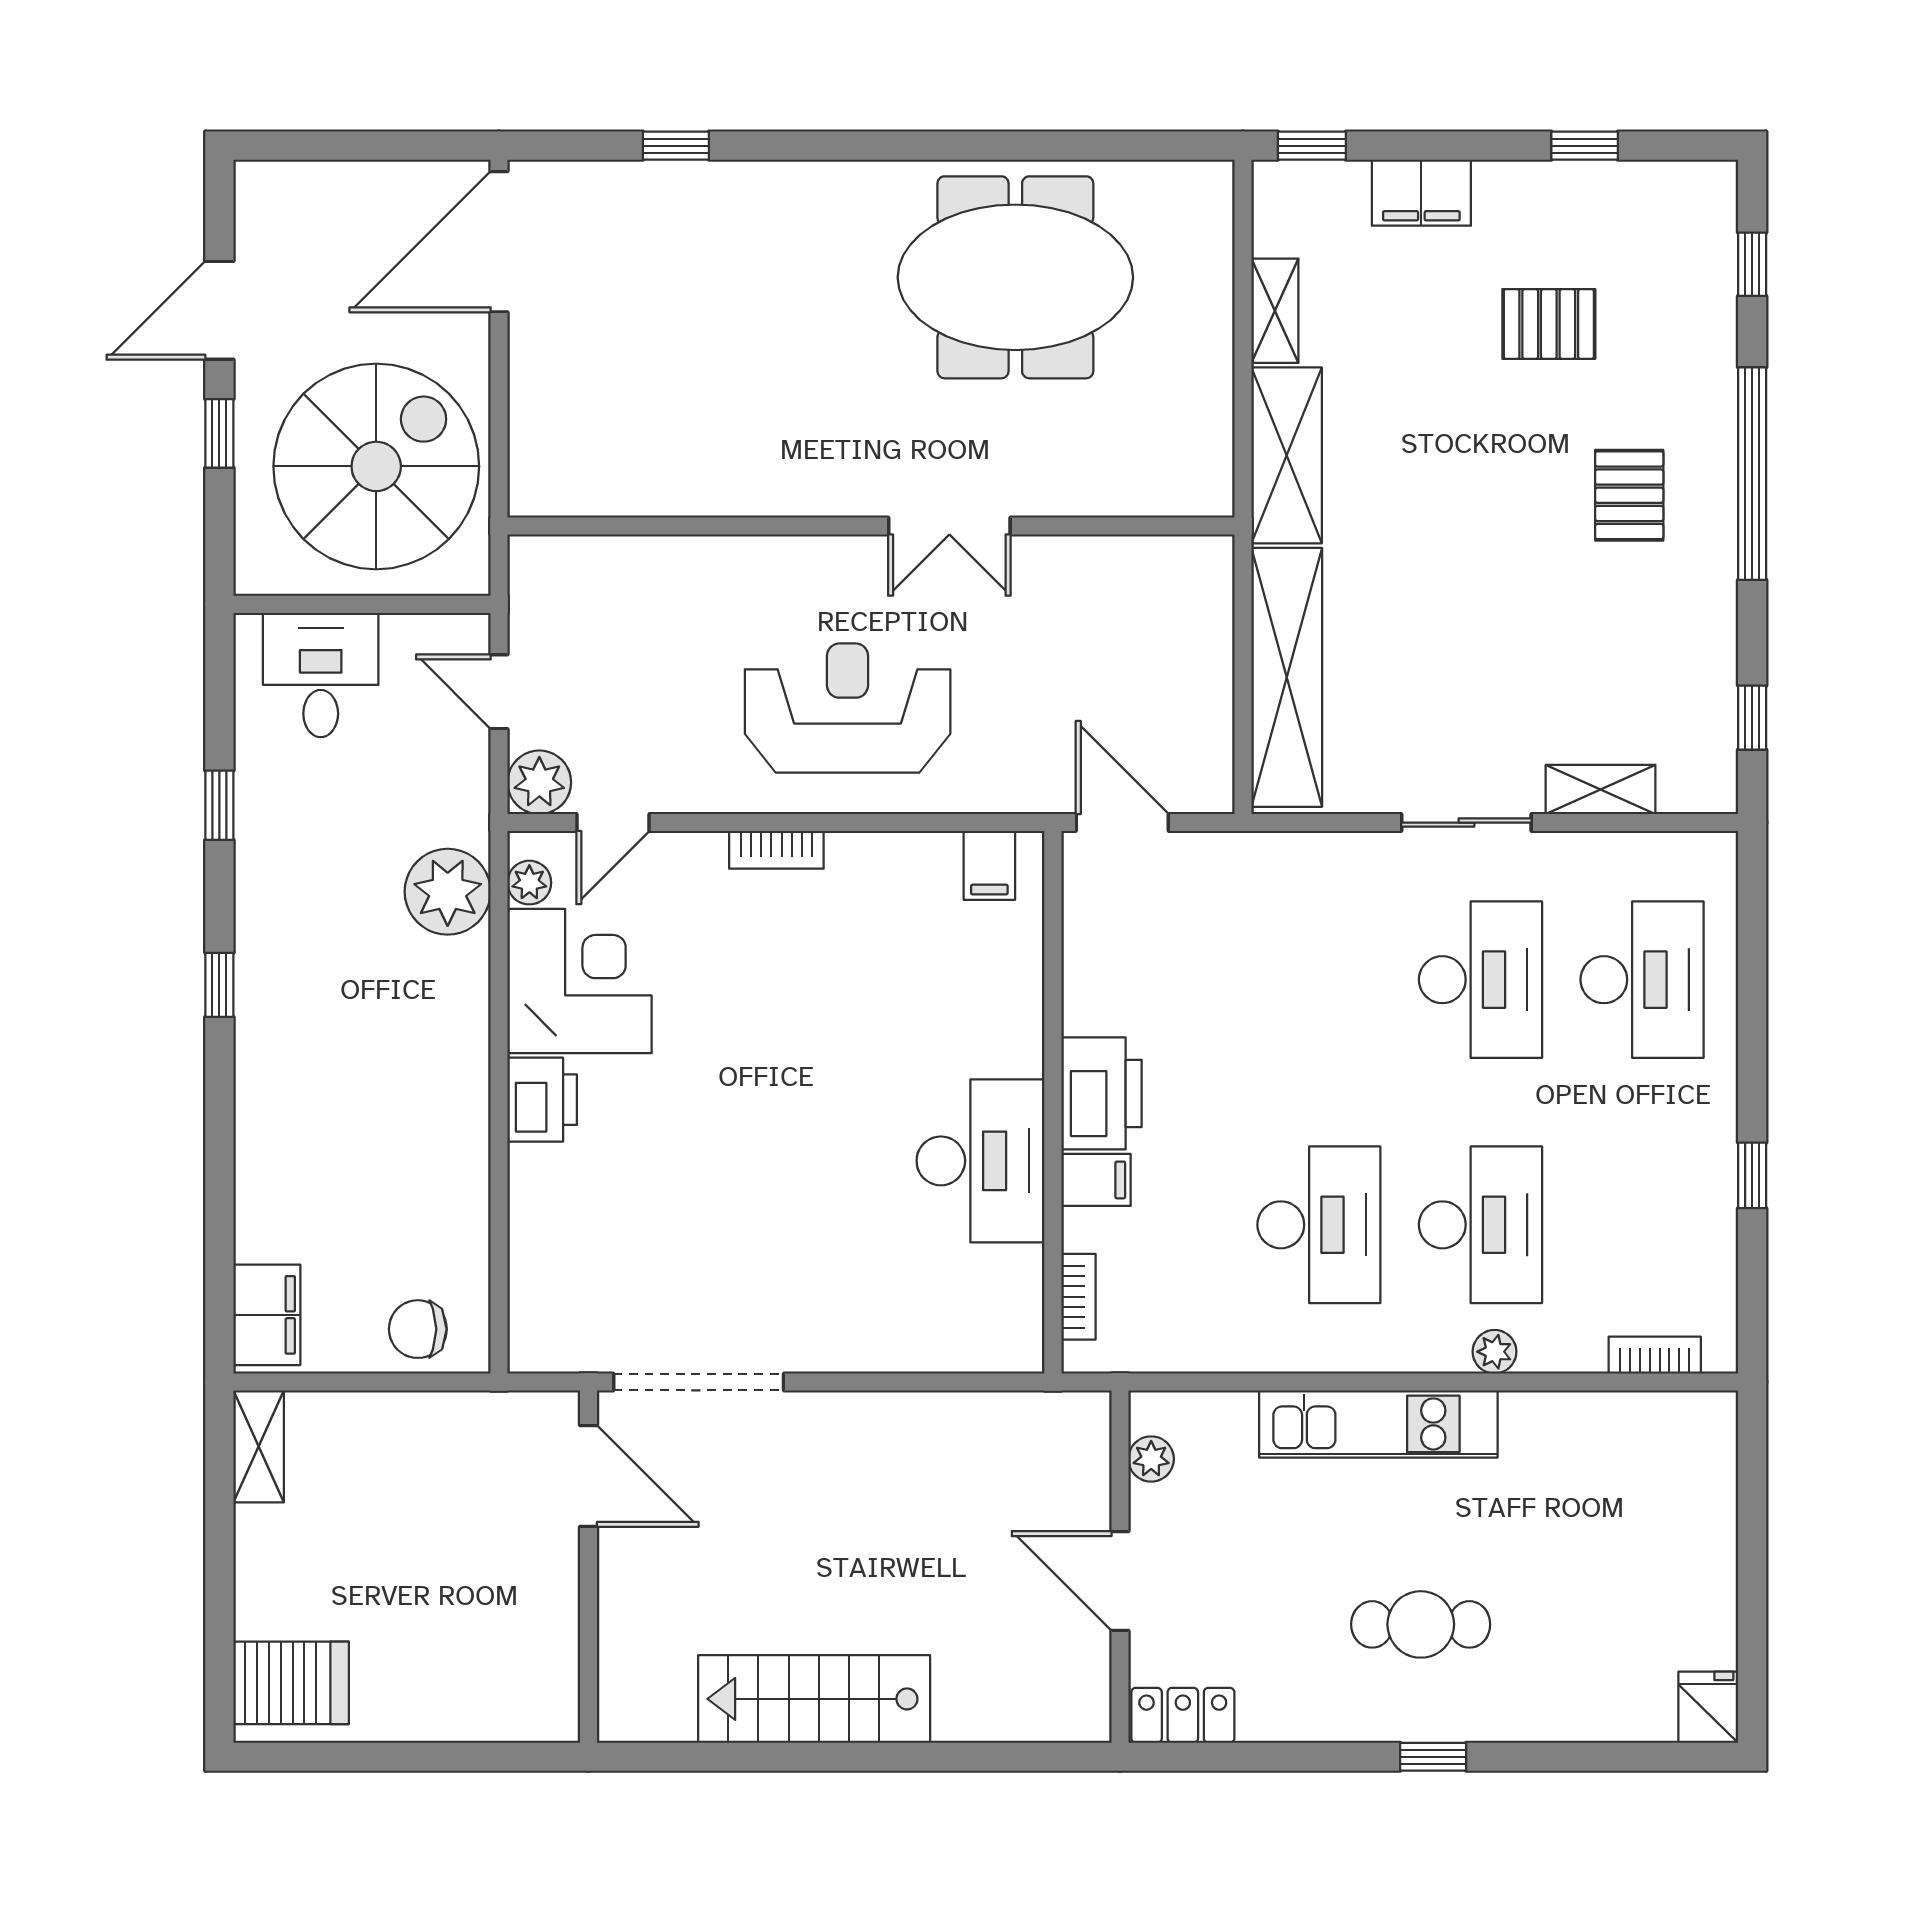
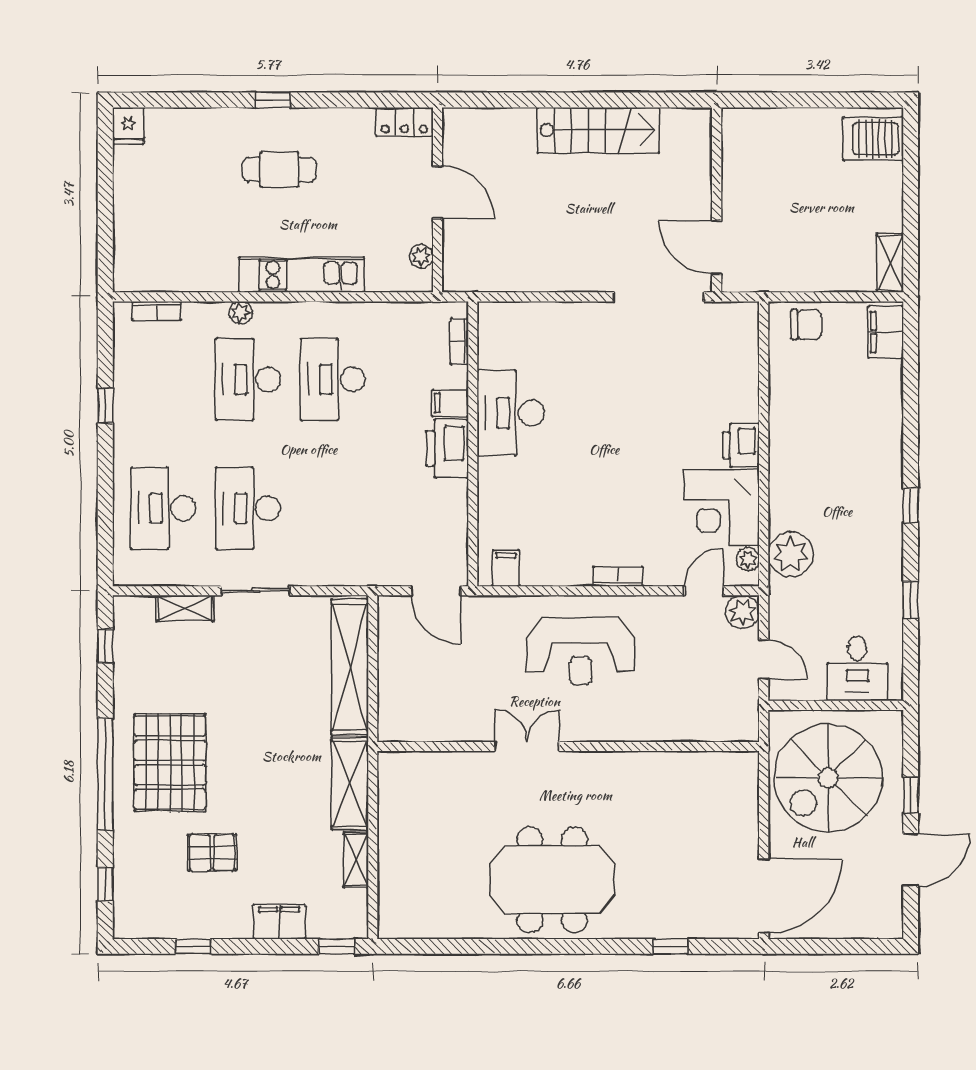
meeting table: (1015, 277) -> (552, 880), moved
pallet: (1629, 495) -> (170, 763), width x2.05, depth x2.00

